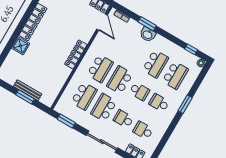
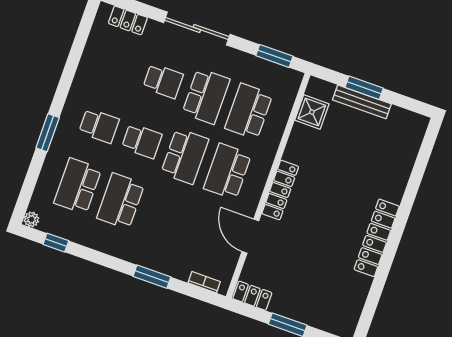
door: (102, 22) -> (250, 236), moved
washbasin: (148, 34) -> (147, 256), removed
shower: (20, 46) -> (312, 112), moved
school desk: (139, 91) -> (142, 141), turned 180
school desk: (143, 130) -> (120, 66), removed

